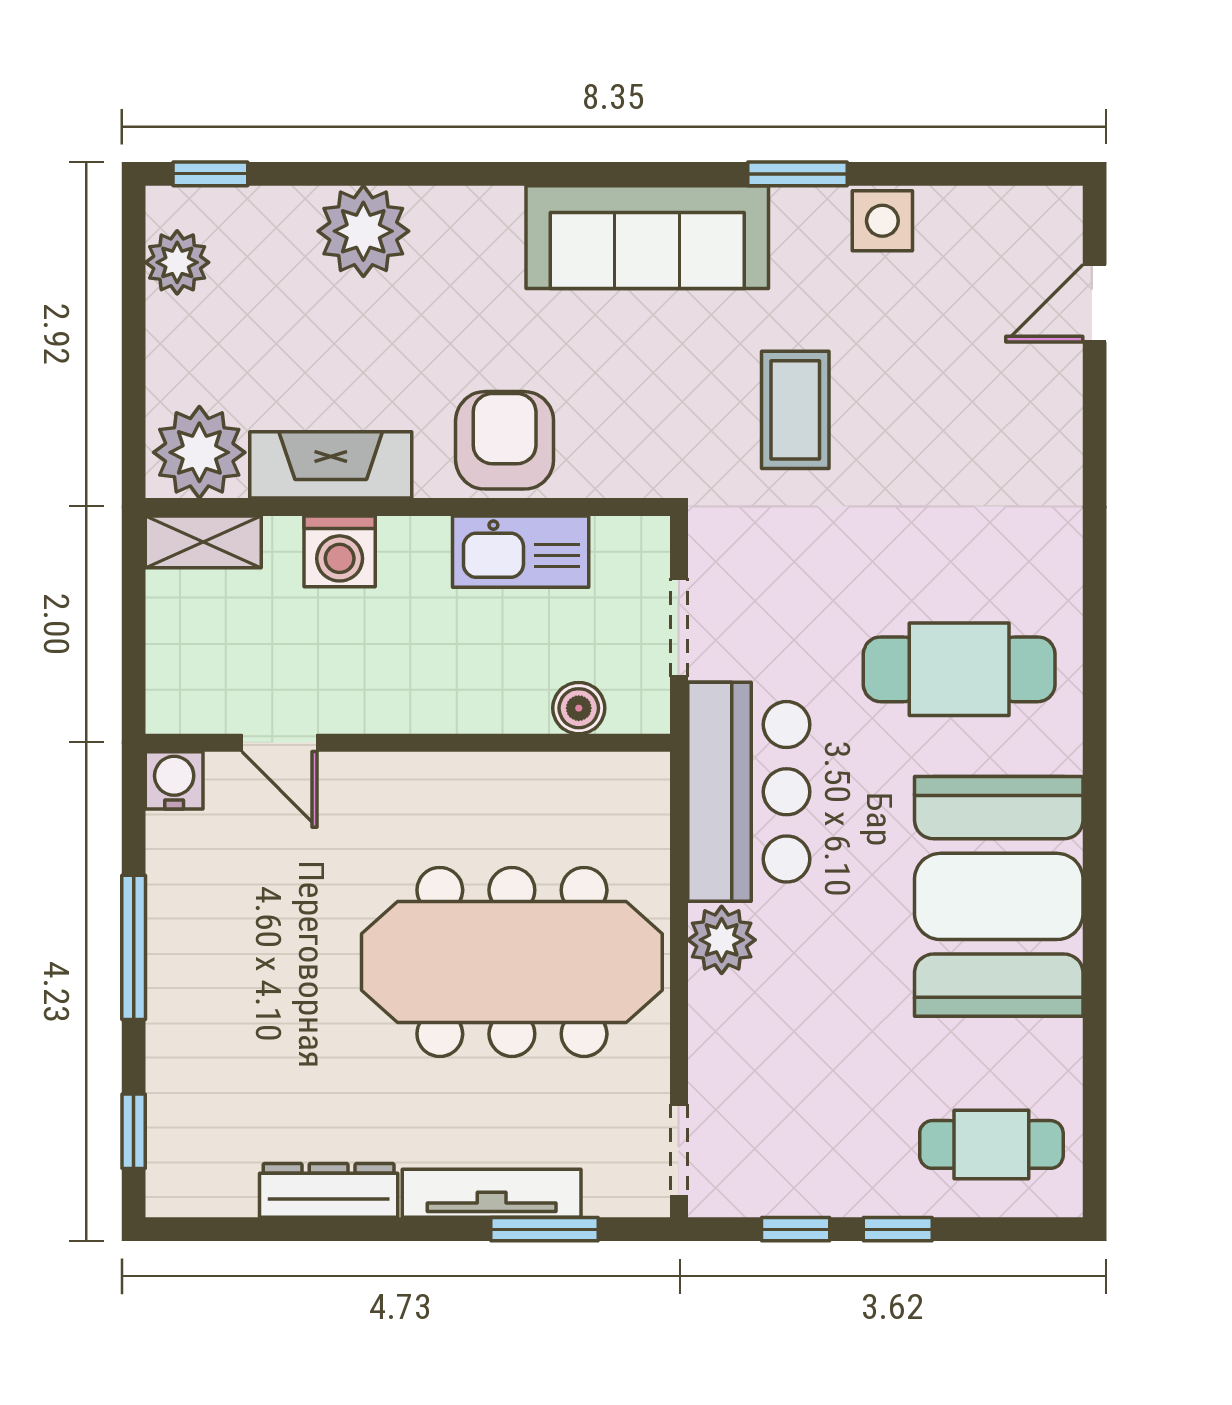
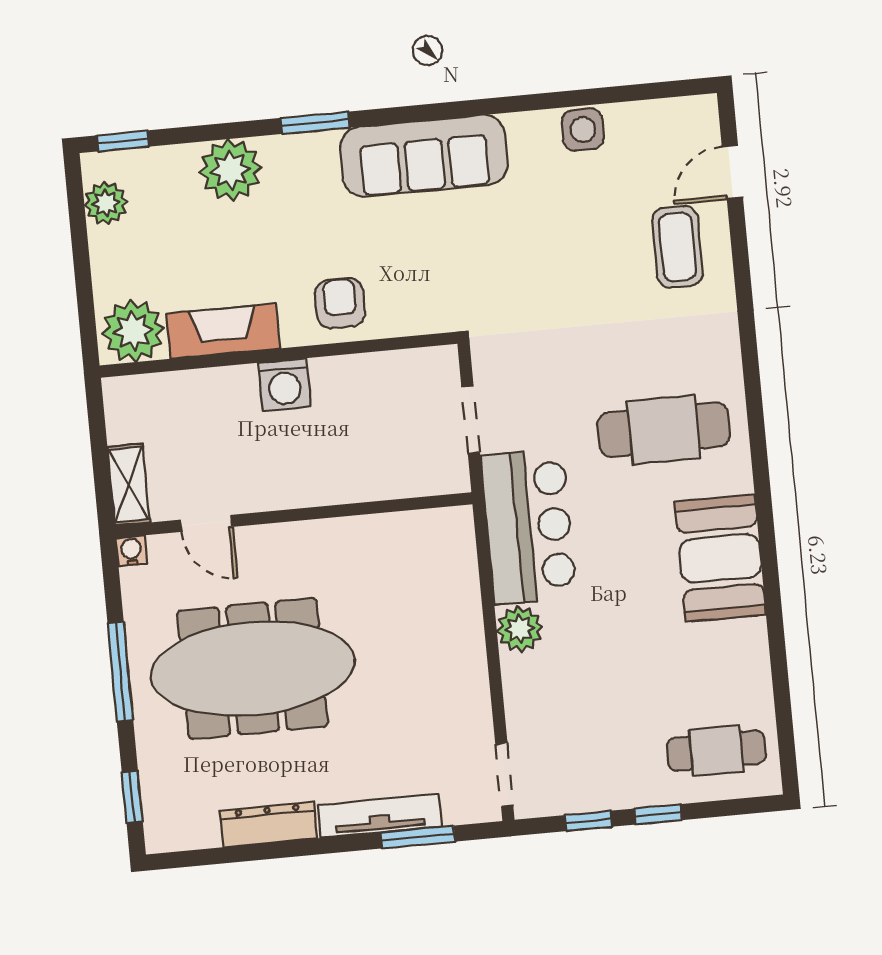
window: (798, 174) -> (315, 123), moved
coffee table: (795, 410) -> (678, 247), moved
armchair: (505, 440) -> (340, 303), width x0.72, depth x0.72
shelving: (203, 542) -> (129, 485), moved, turned 90
washing machine: (340, 551) -> (284, 385), moved
kitchen sink: (521, 552) -> (358, 378), removed
boiler: (579, 708) -> (408, 481), removed
water cooler: (174, 780) -> (131, 551), width x0.72, depth x0.72
booth: (999, 896) -> (720, 558), width x0.73, depth x0.70
meeting table: (512, 962) -> (253, 668), moved

